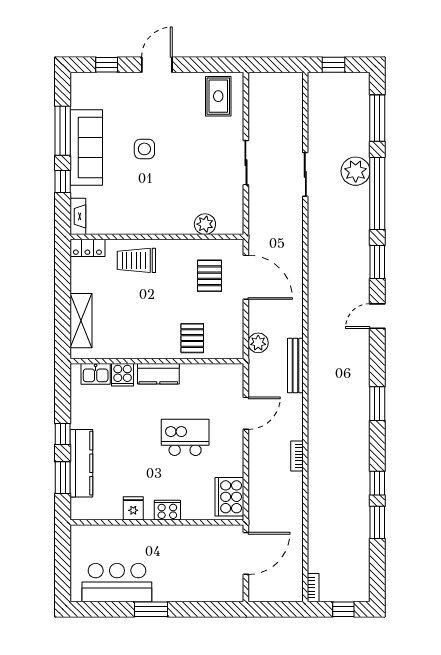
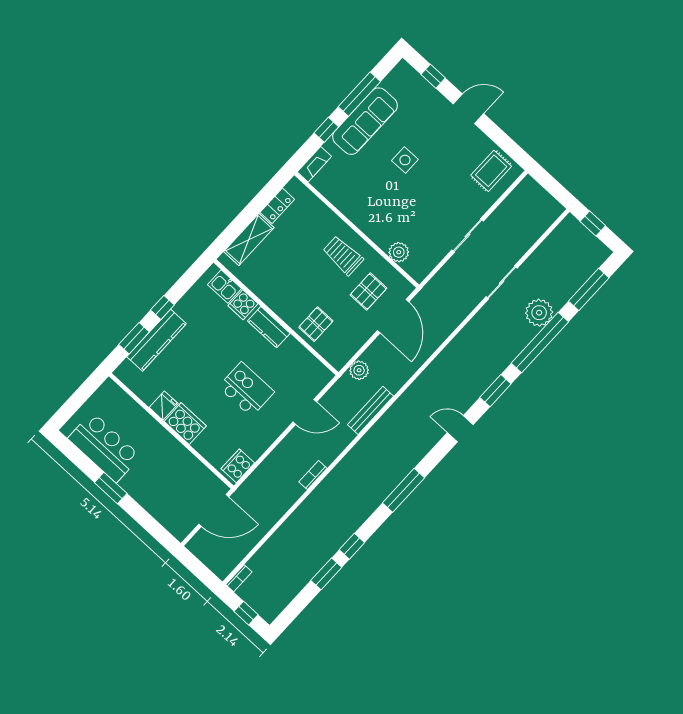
locker: (87, 248) -> (277, 206), moved, turned -90
trolley: (136, 260) -> (343, 255), moved
window: (377, 404) -> (403, 490), width x1.44
cooker: (229, 497) -> (238, 466), width x0.73, depth x0.76
cooker: (167, 510) -> (185, 424), width x1.37, depth x1.31

